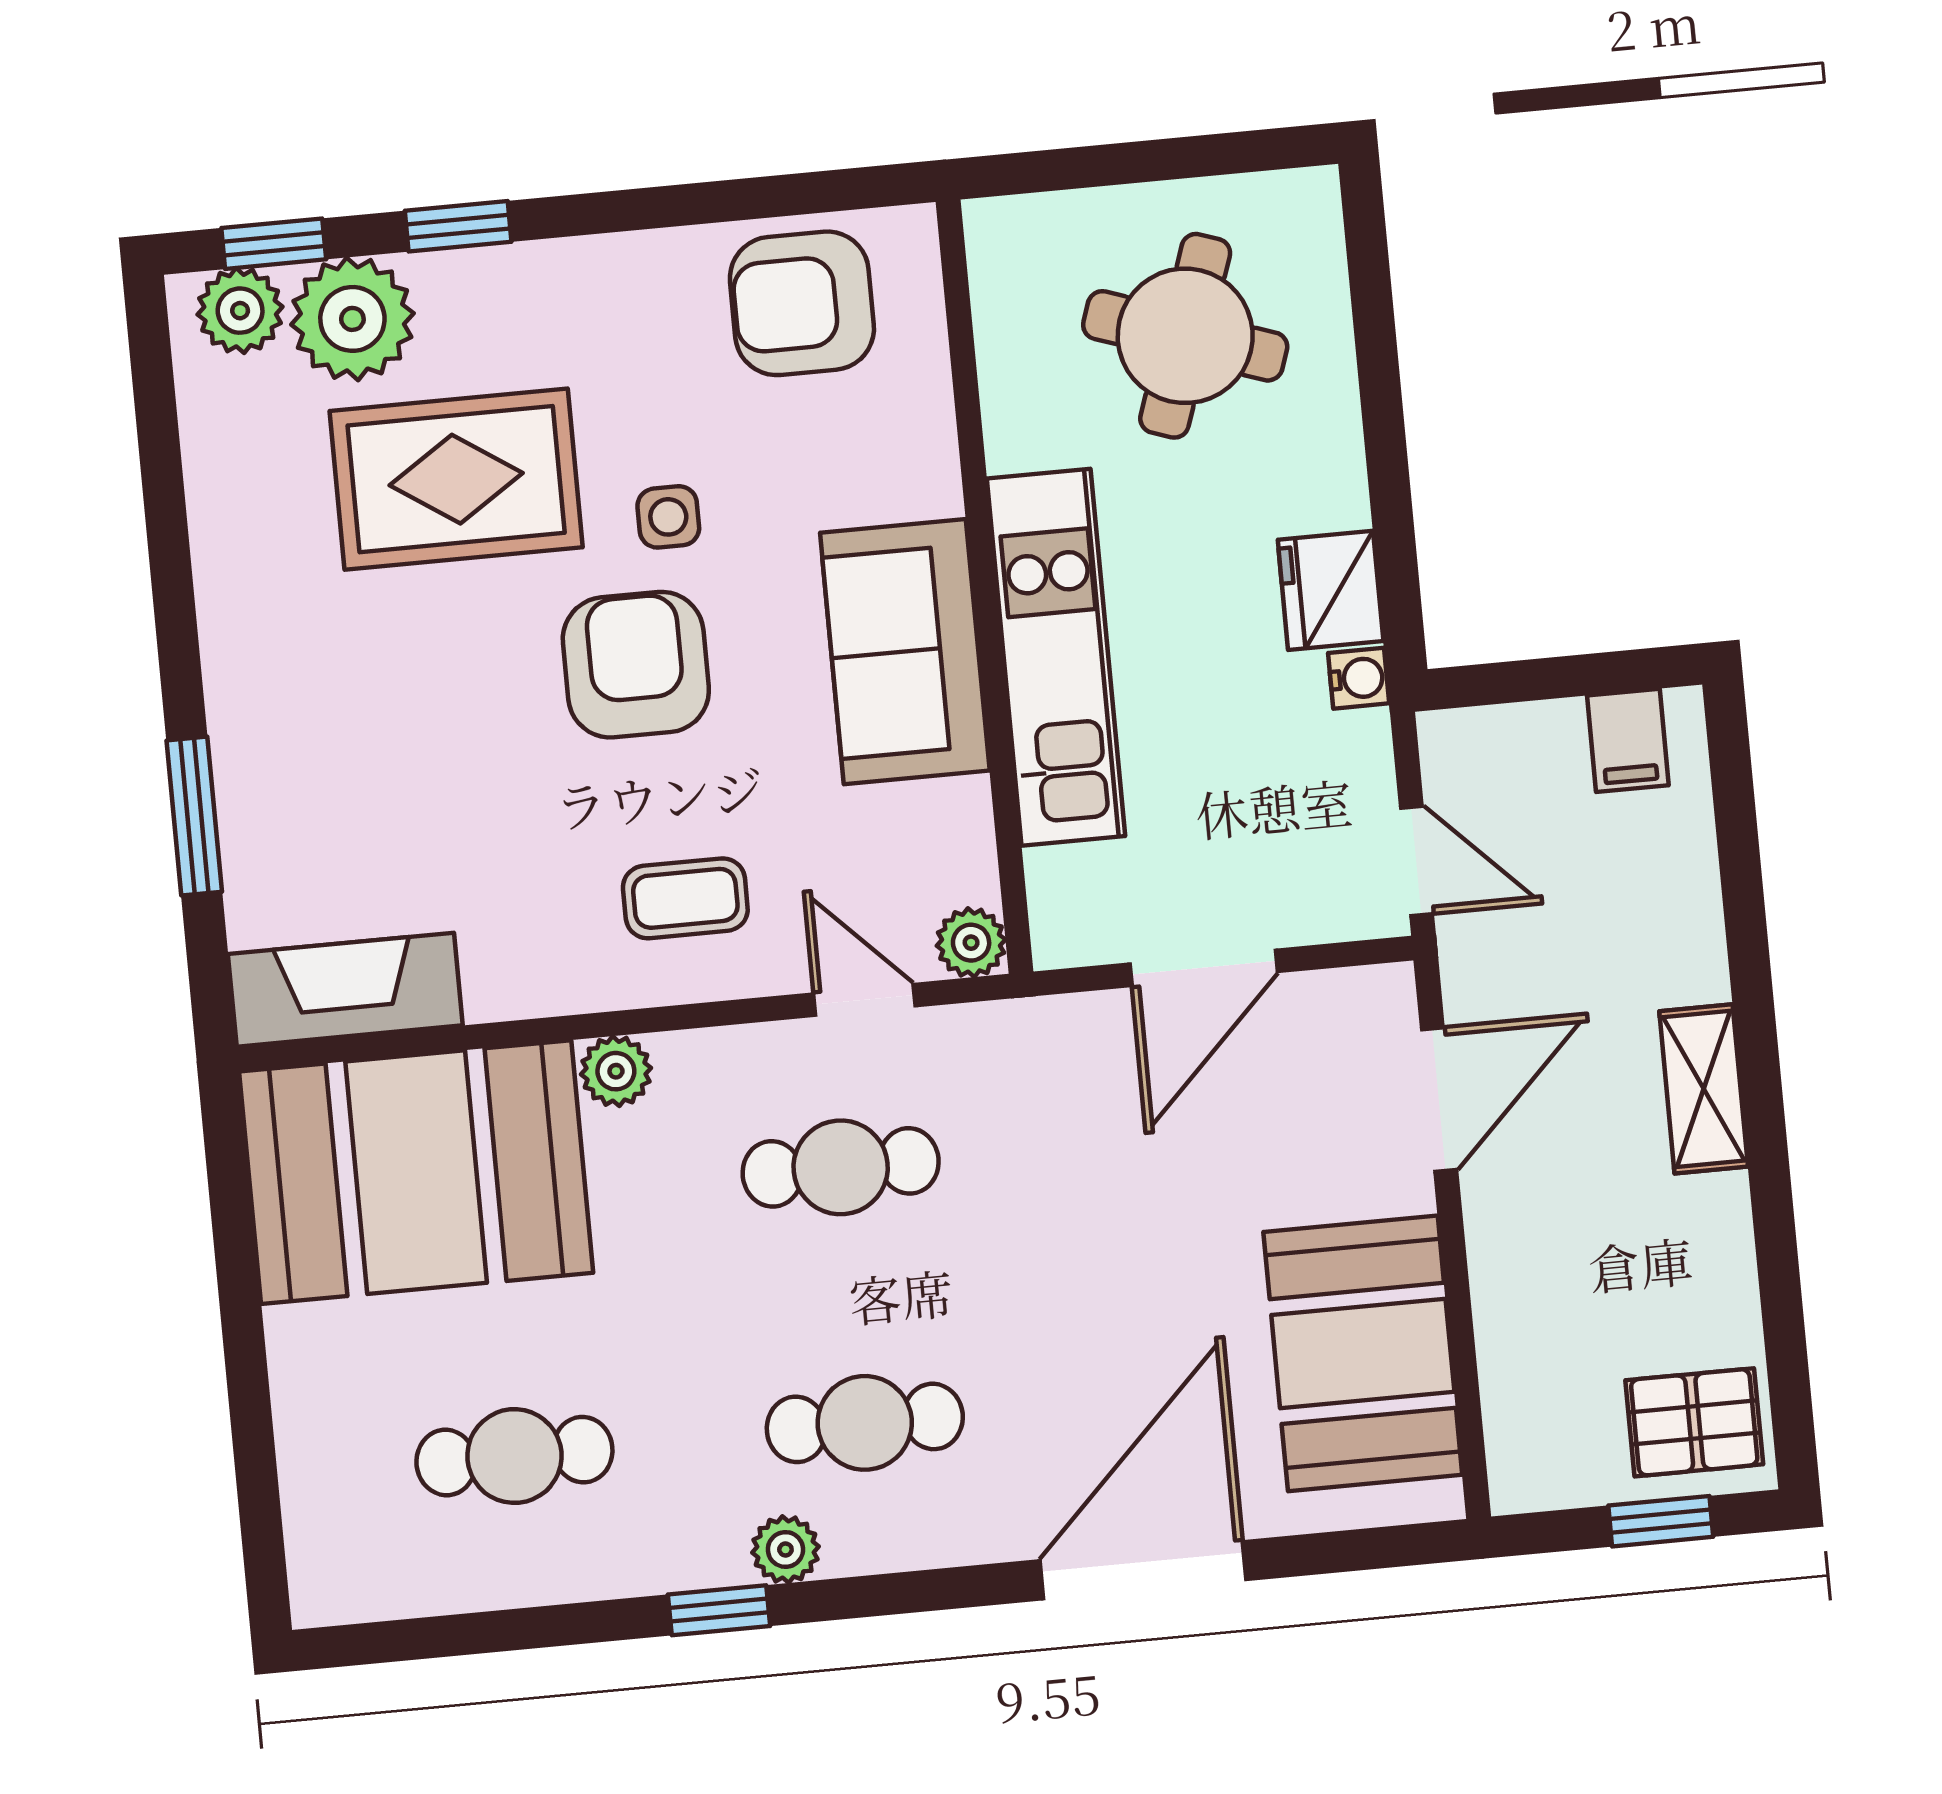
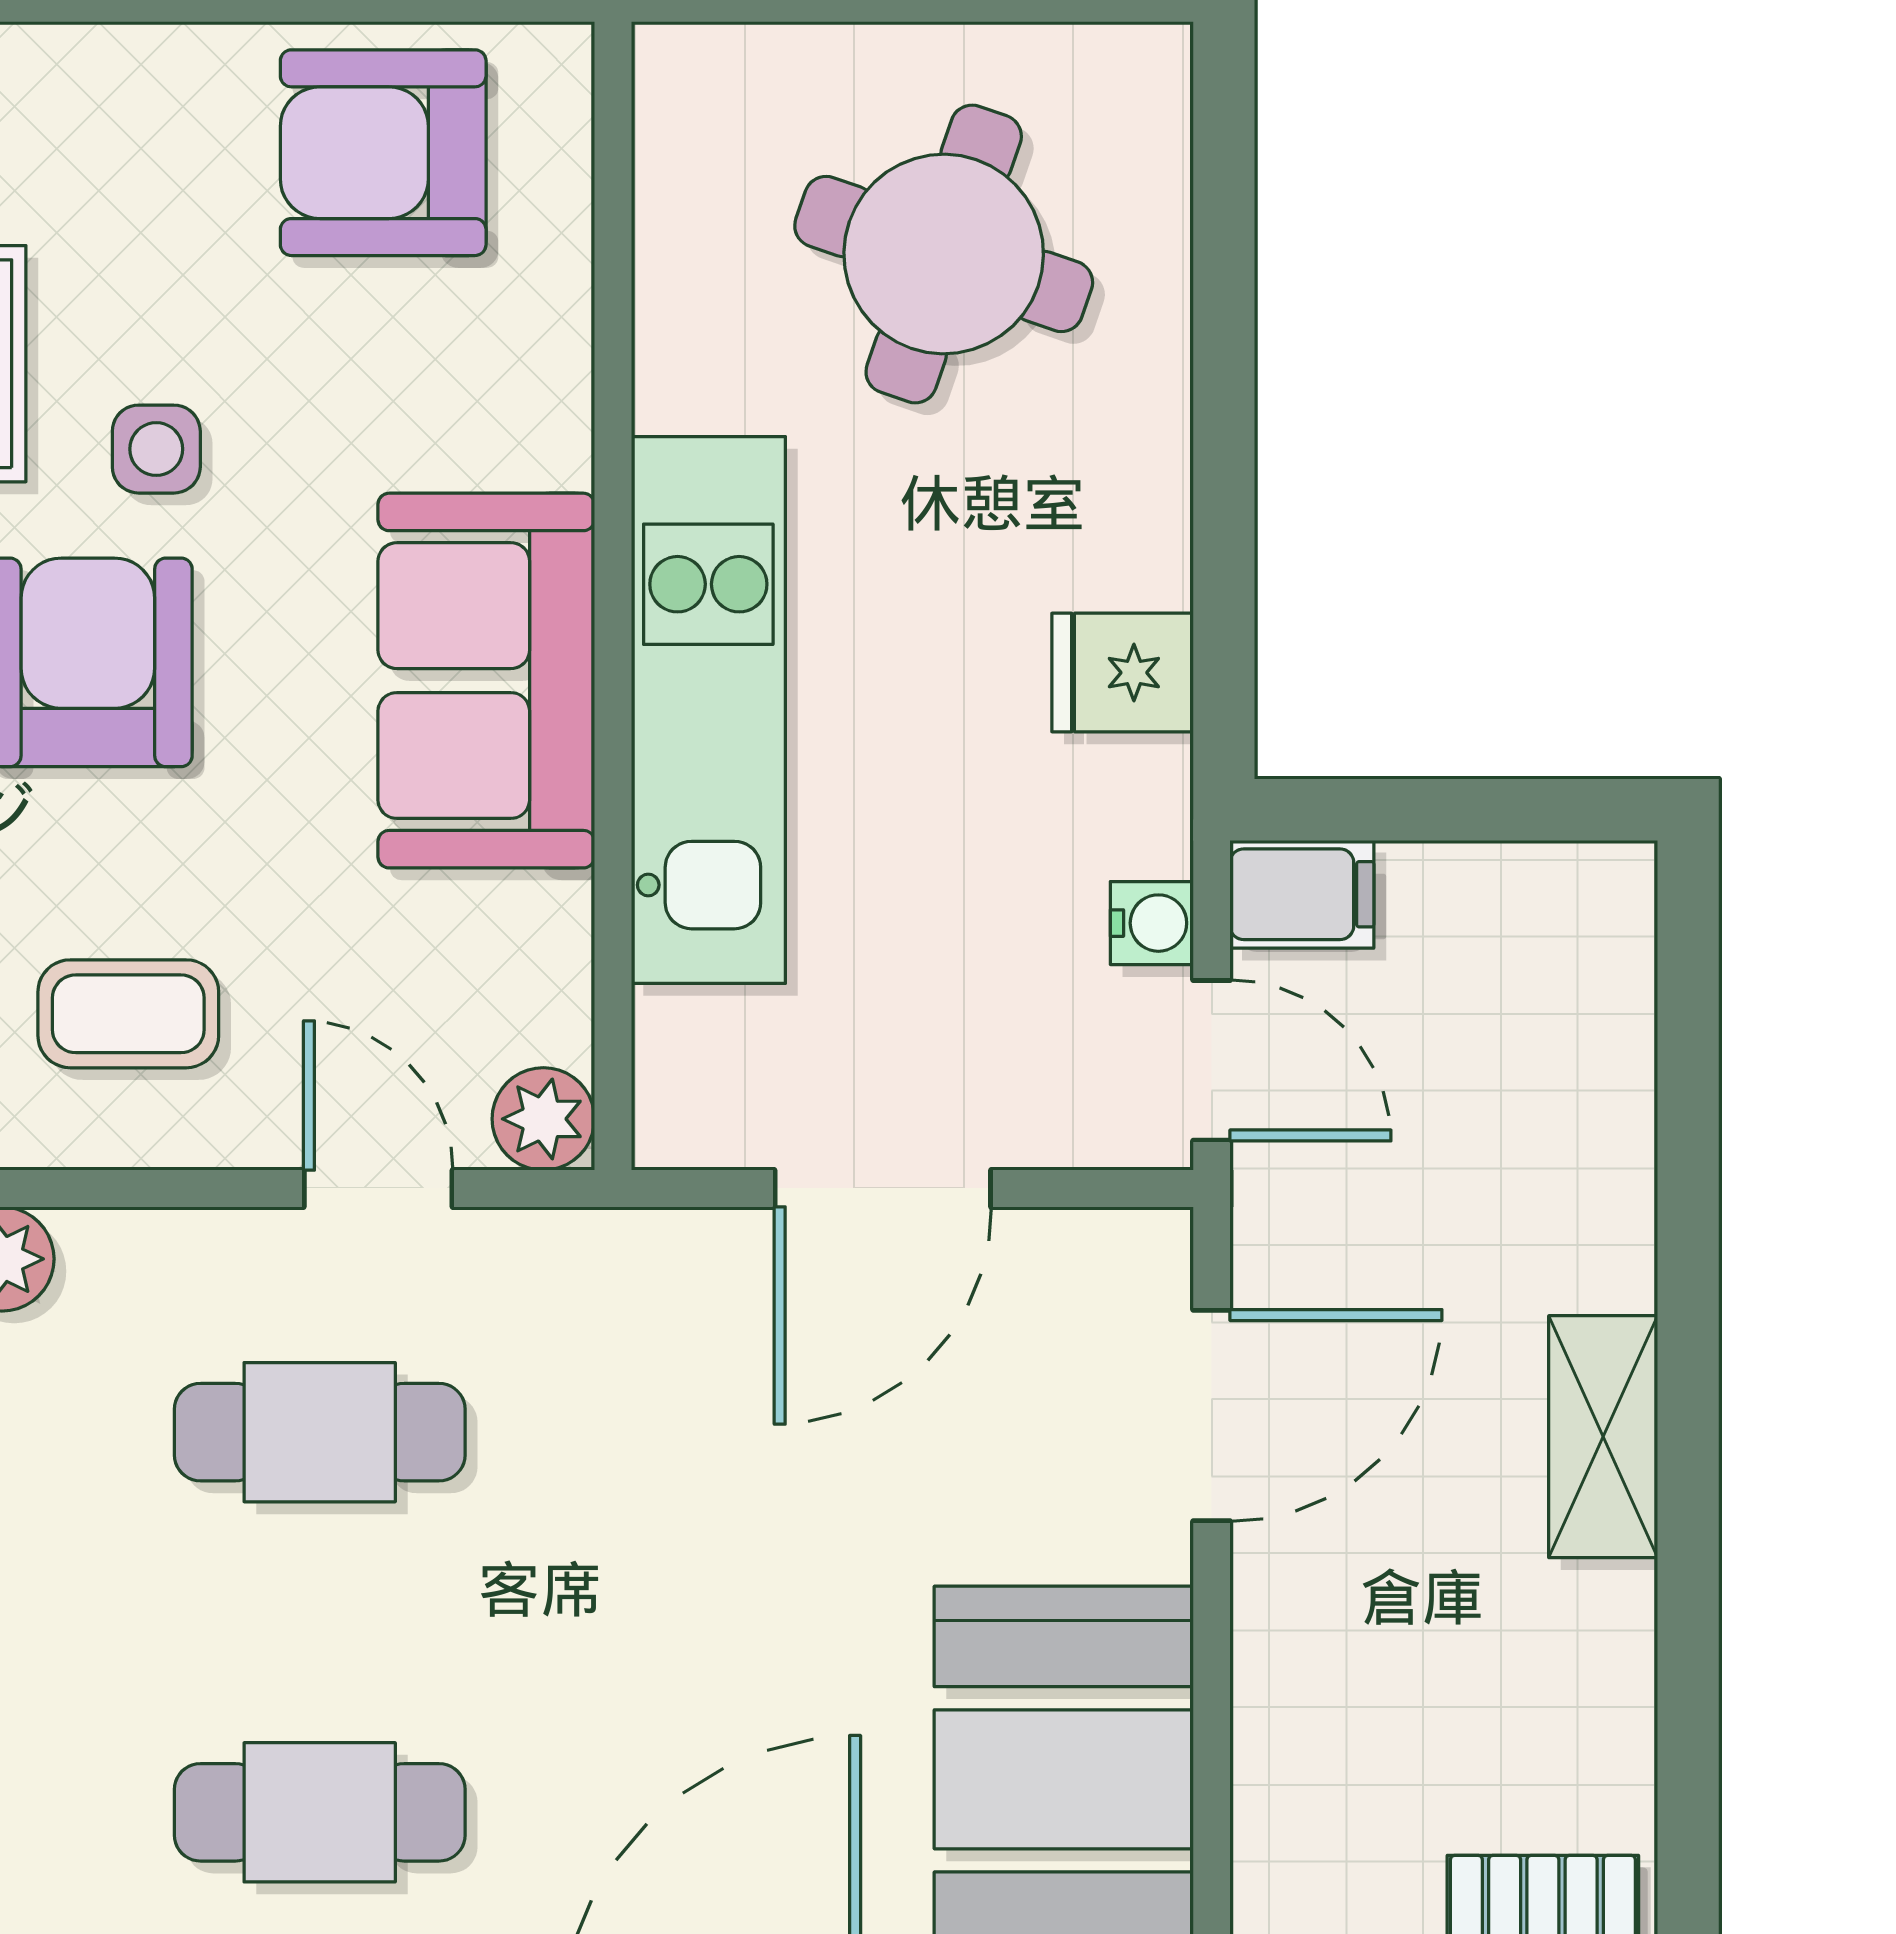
fridge: (1331, 590) -> (1123, 673), width x0.72
water cooler: (1359, 678) -> (1152, 923), moved
filing cabinet: (1628, 740) -> (1302, 894), moved, turned -90

